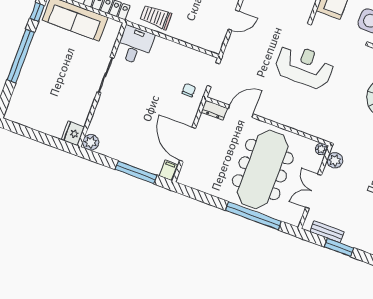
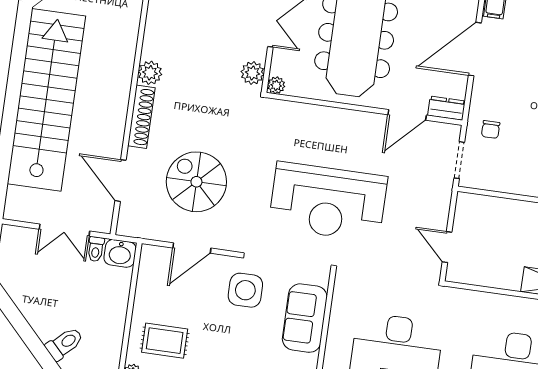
door: (234, 20) -> (447, 247), hinge flipped
reception desk: (304, 66) -> (328, 202), width x1.36, depth x1.30
door: (188, 144) -> (475, 49), swing flipped

